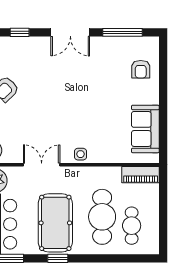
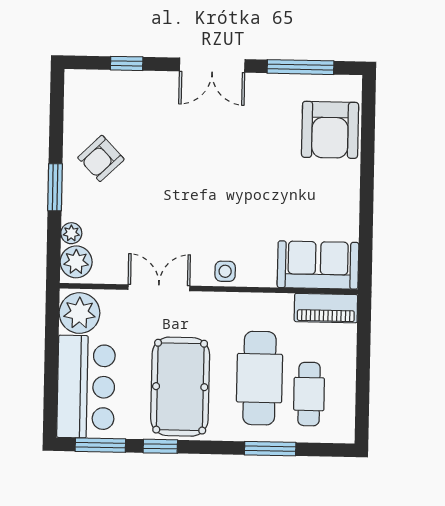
armchair: (141, 69) -> (330, 130), width x1.88, depth x1.88
sofa: (145, 129) -> (318, 265), moved, turned 90
window: (58, 258) -> (160, 446), moved
window: (109, 258) -> (270, 449), added

